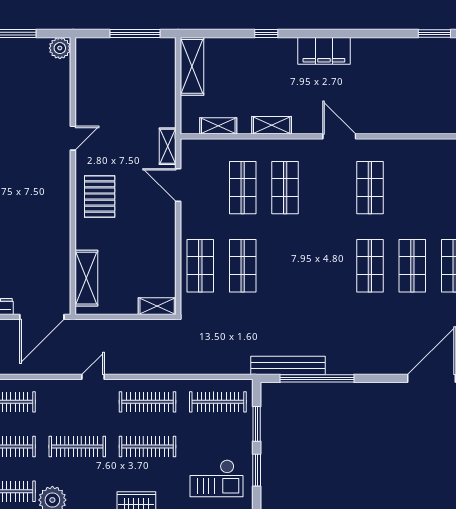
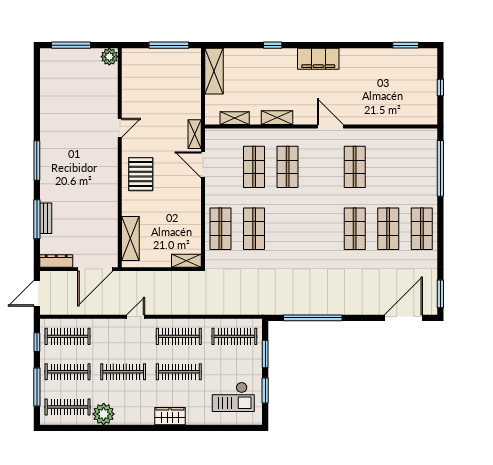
bench: (288, 365) -> (290, 308), removed

